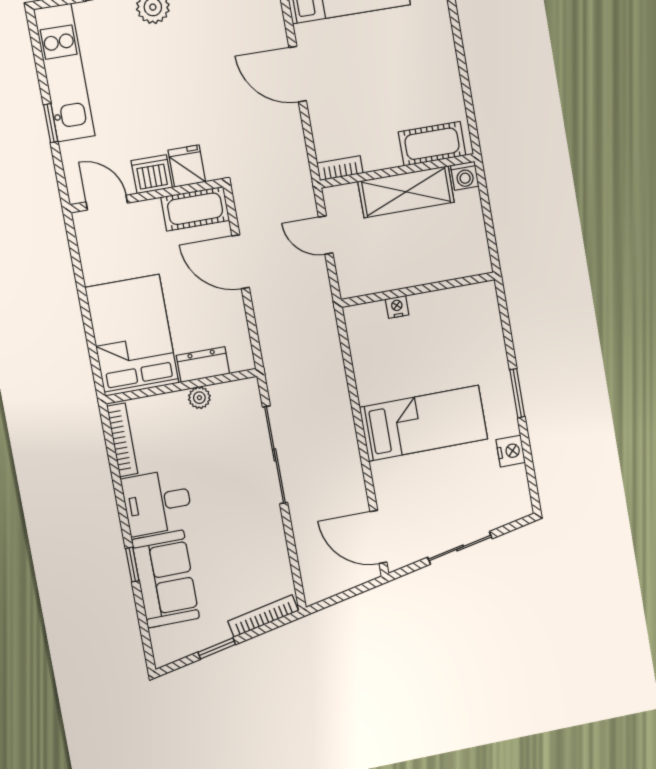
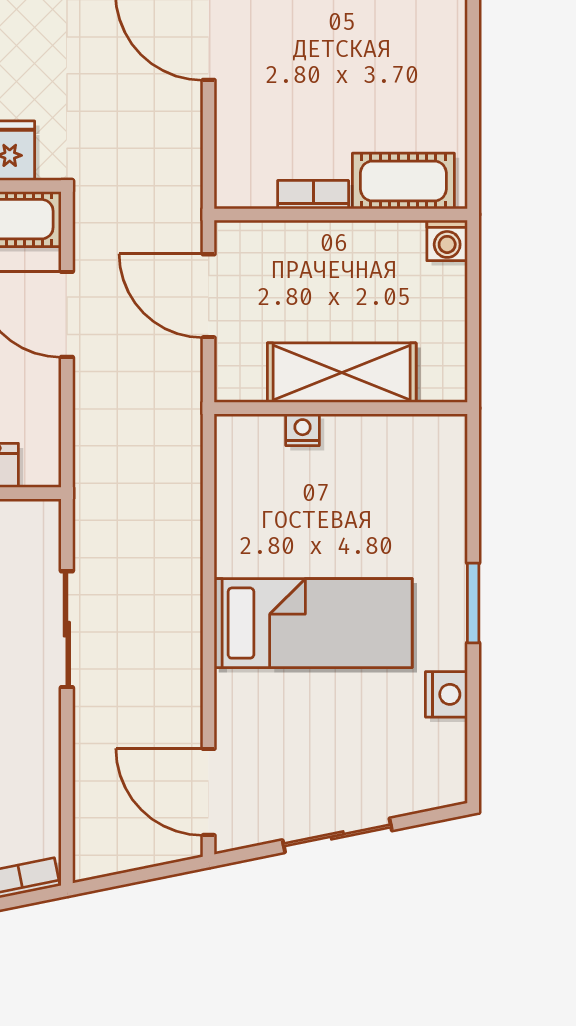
bookcase: (340, 168) -> (313, 195), moved
shelving: (406, 192) -> (342, 373), moved
door: (326, 235) -> (209, 296), width x1.38
sliding door: (275, 455) -> (67, 629), width x0.73

